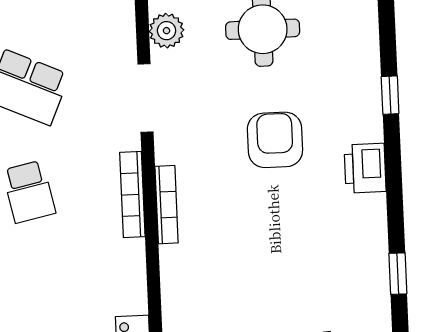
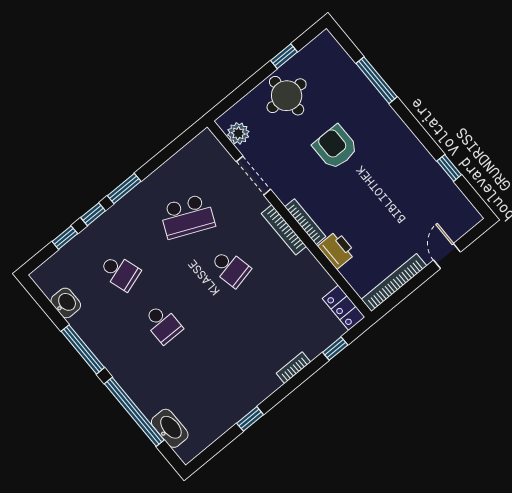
window: (390, 95) -> (377, 80), width x2.17
printer: (365, 168) -> (337, 250), moved, turned 180

